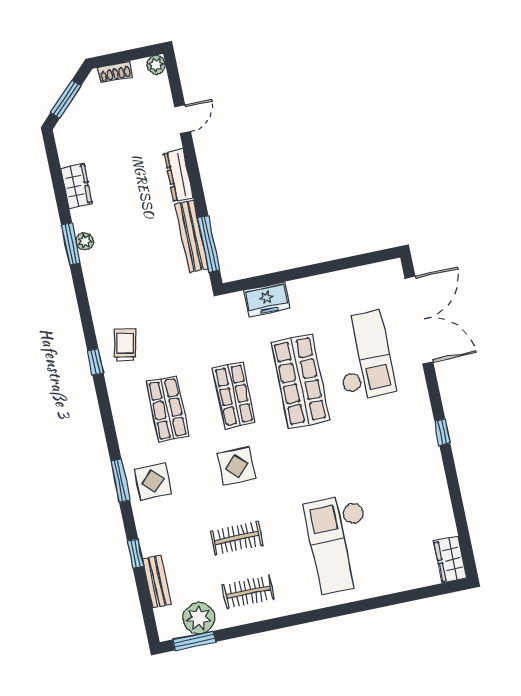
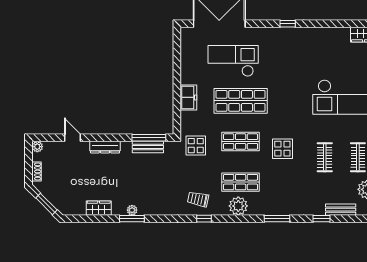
bench: (191, 236) -> (148, 147), width x0.73
freezer: (267, 299) -> (188, 97), moved
plant: (128, 413) -> (238, 206), added
display table: (153, 481) -> (196, 146), moved

